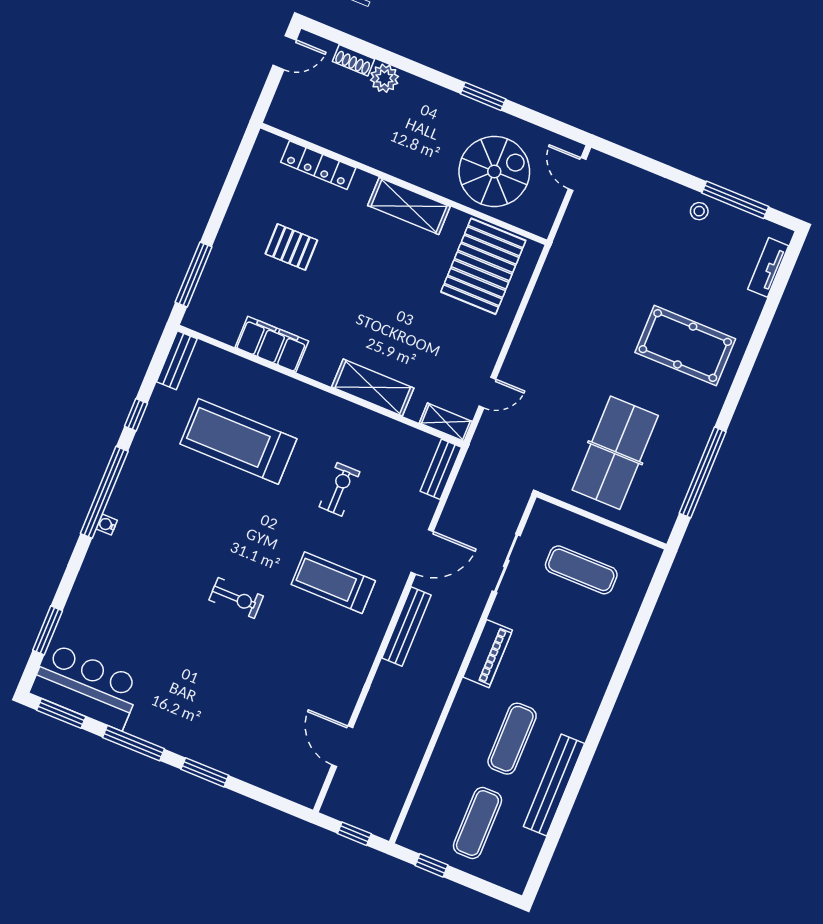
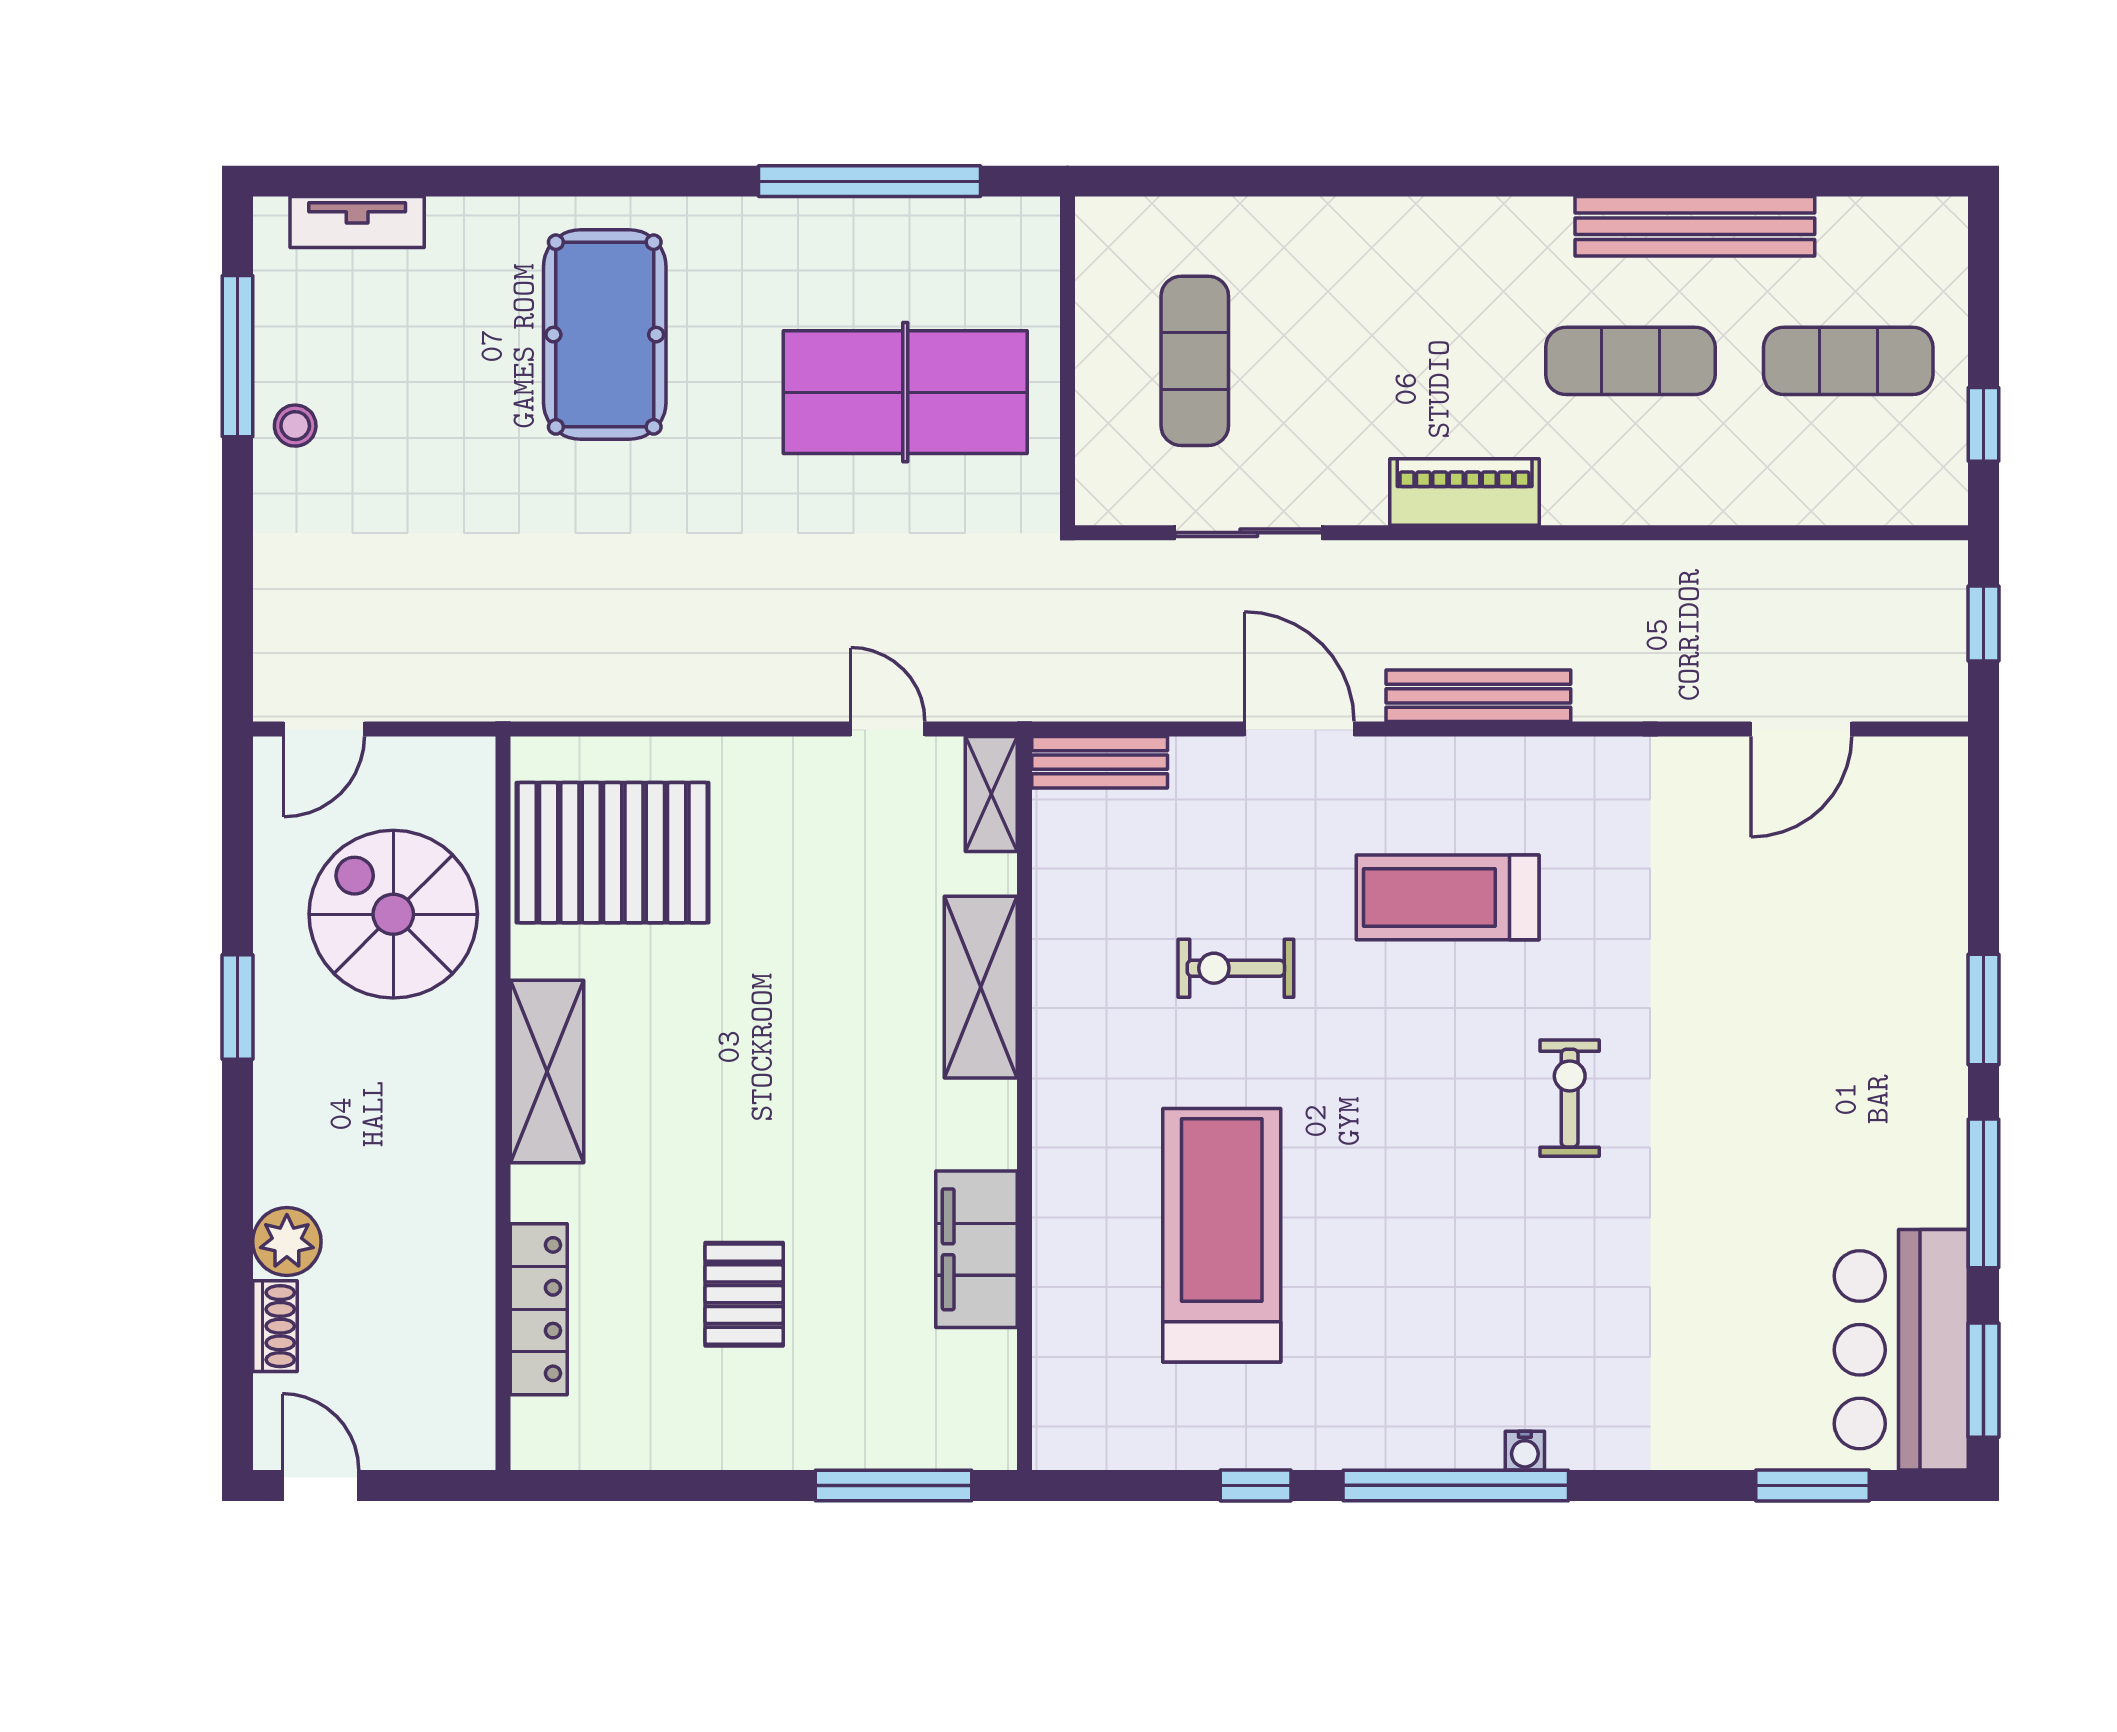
bench: (177, 360) -> (1098, 1445), removed
treadmill: (238, 441) -> (1222, 1235), turned 180
treadmill: (333, 583) -> (1448, 897), turned 90

